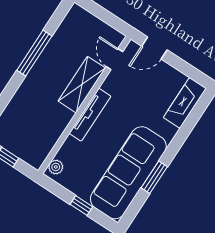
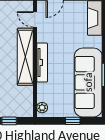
shelving: (82, 85) -> (25, 57), width x1.47

